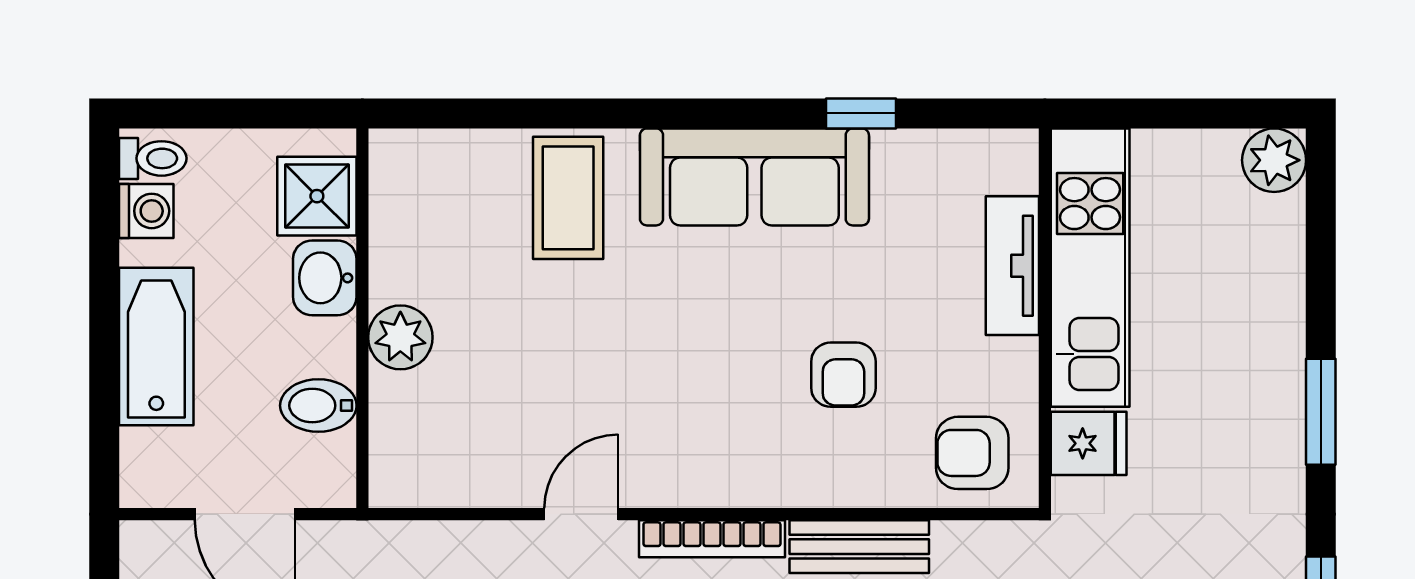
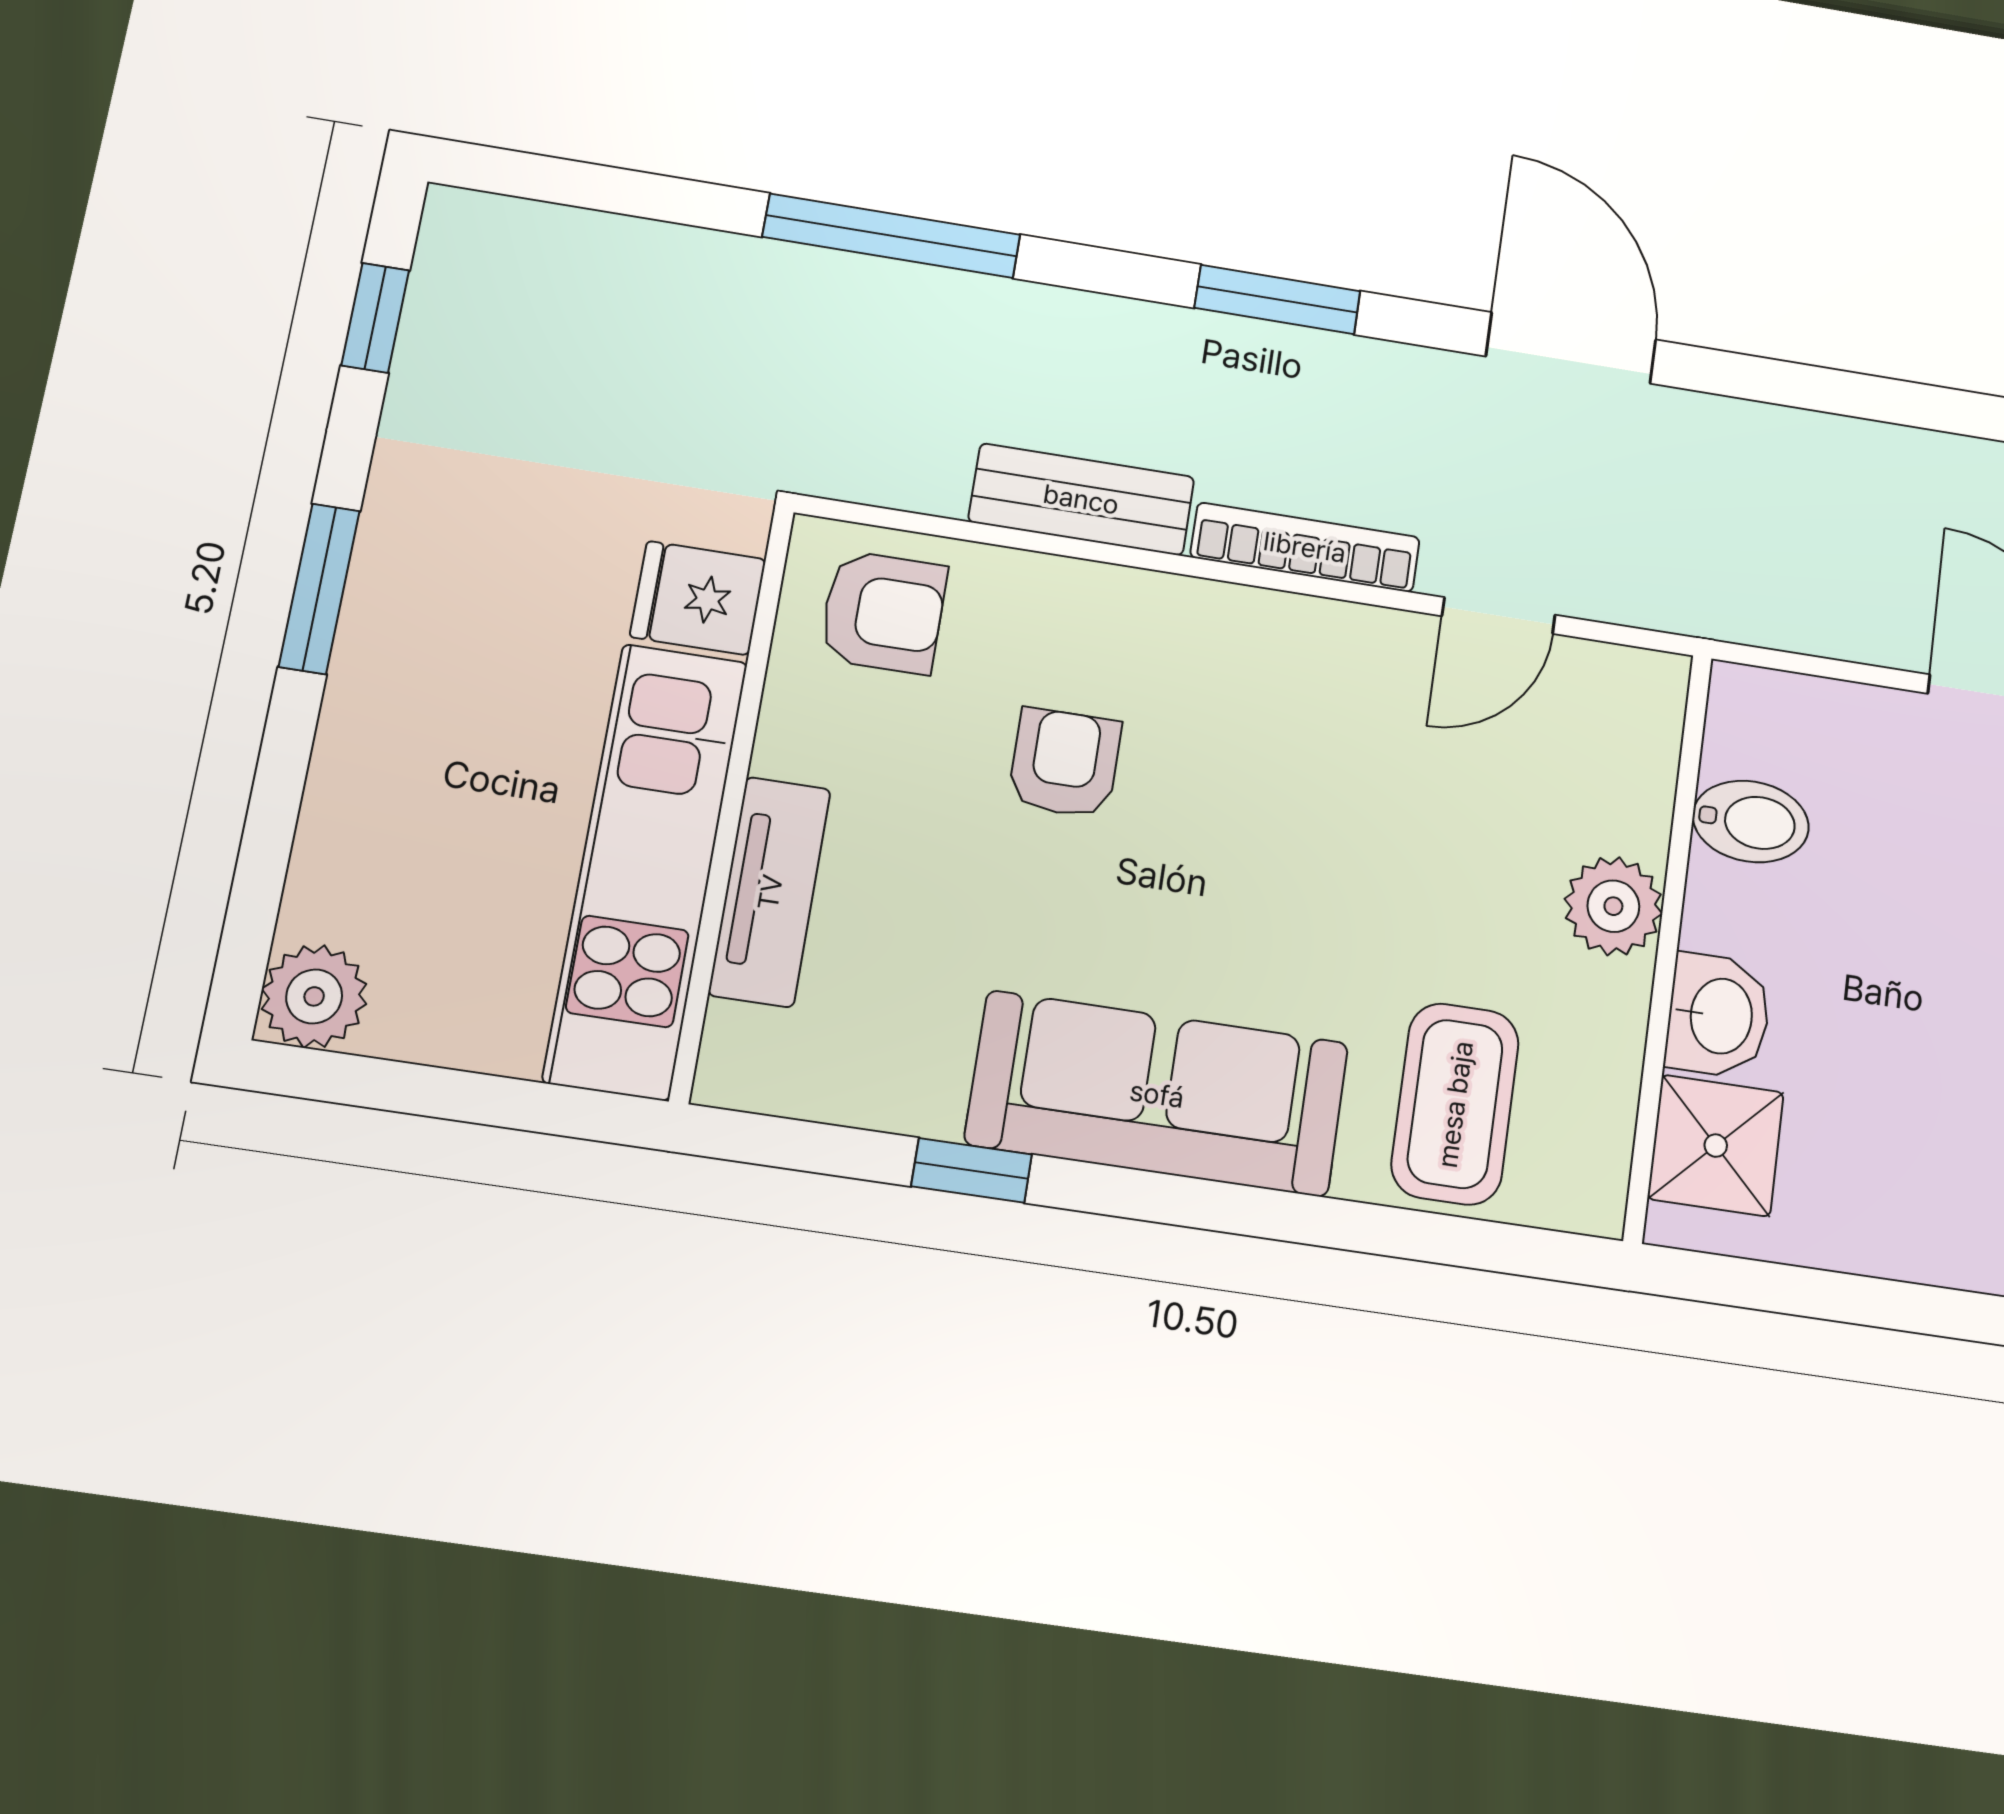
shower: (317, 196) -> (1716, 1146), moved
washbasin: (325, 278) -> (1718, 1016), moved
wall: (362, 318) -> (1668, 945), moved
plant: (400, 337) -> (1613, 906), moved
bidet: (318, 406) -> (1751, 821), moved

